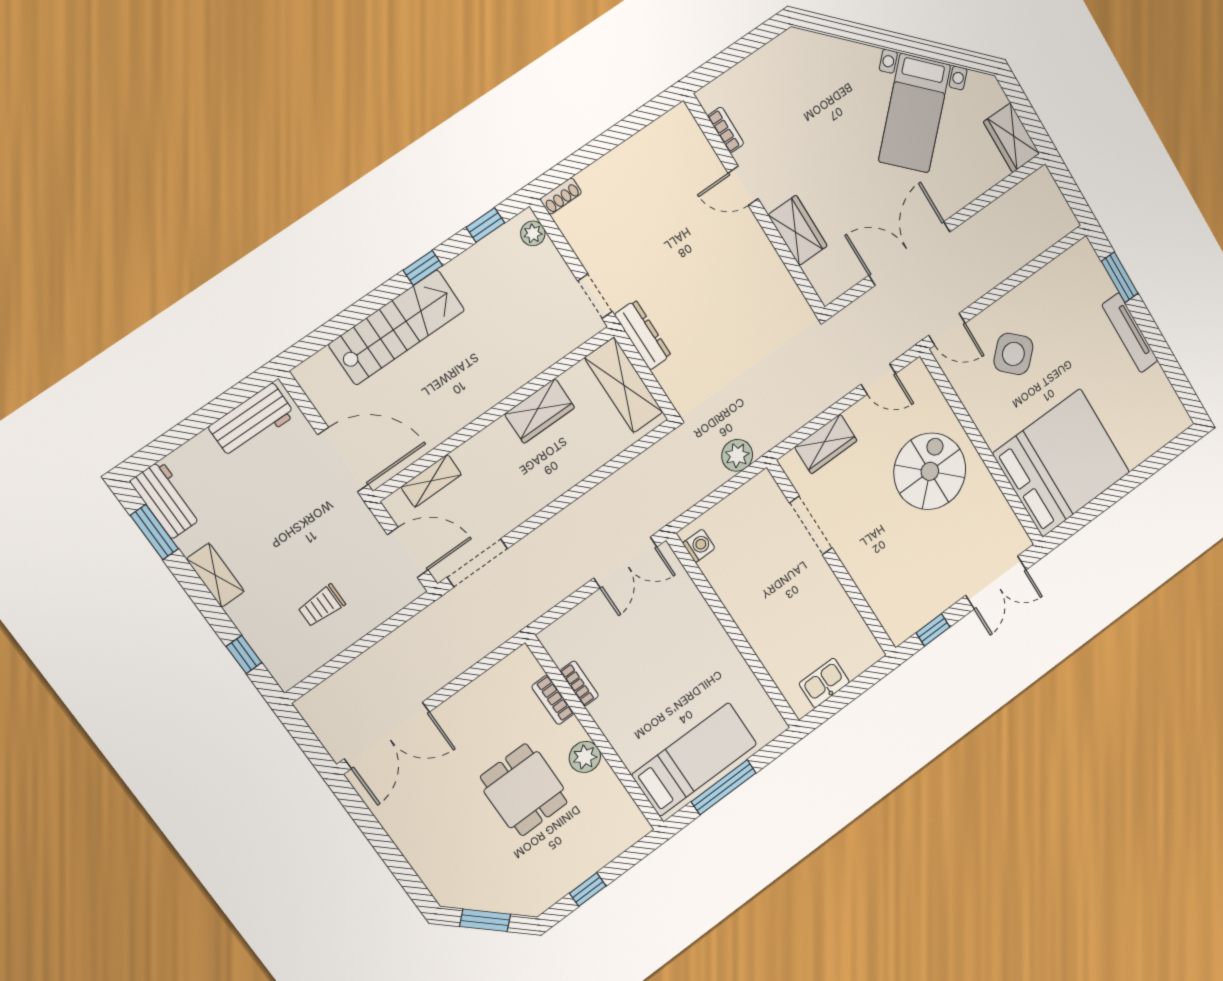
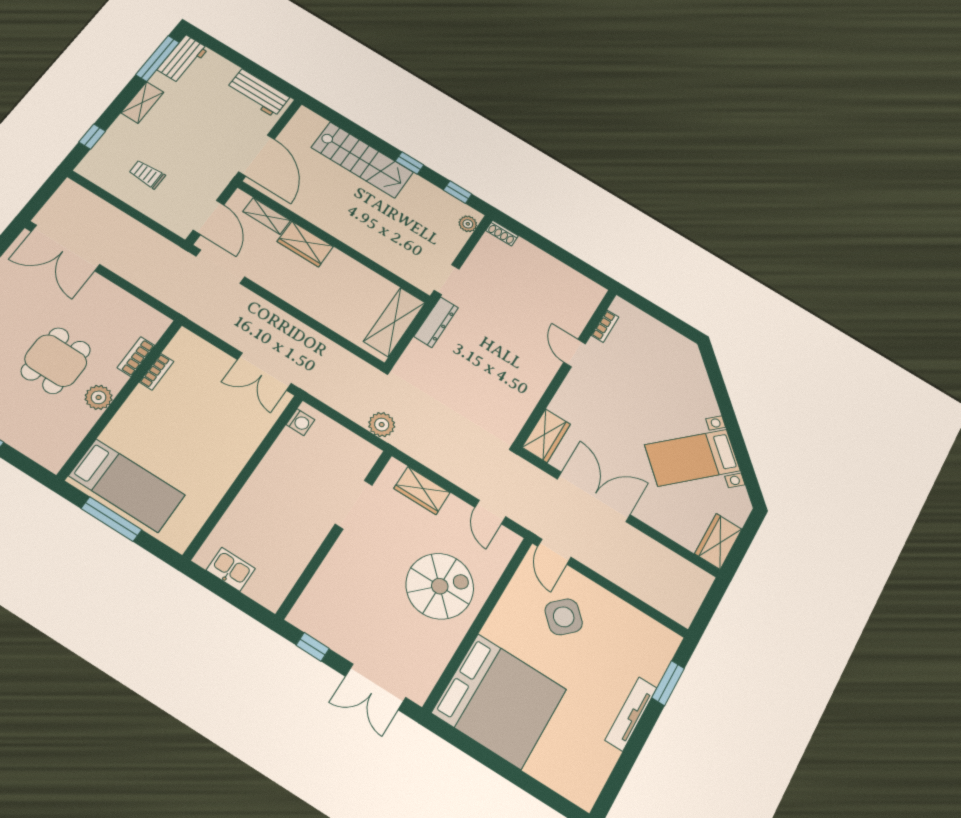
wardrobe: (798, 230) -> (546, 436), moved
wardrobe: (540, 411) -> (305, 244), moved
window: (154, 532) -> (158, 59), width x1.44

